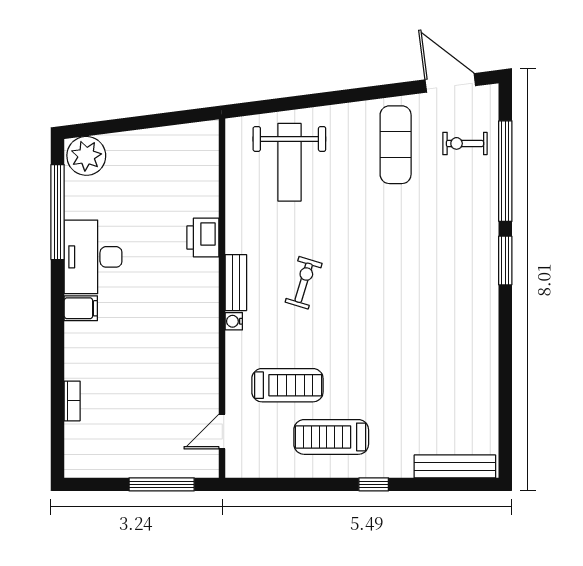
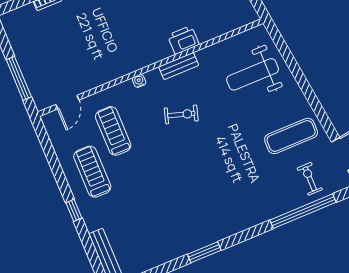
window: (505, 261) -> (204, 252), moved
bench: (236, 283) -> (179, 66), moved
treadmill: (287, 385) -> (113, 131), turned 180
door: (222, 432) -> (67, 102), swing flipped

